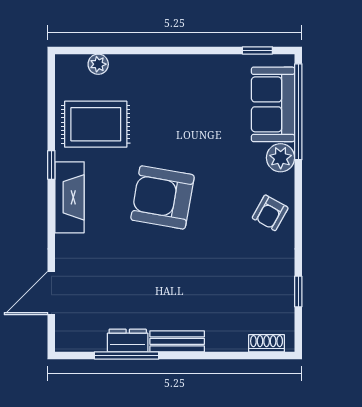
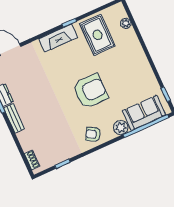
armchair: (162, 197) -> (90, 91), moved, turned 80

